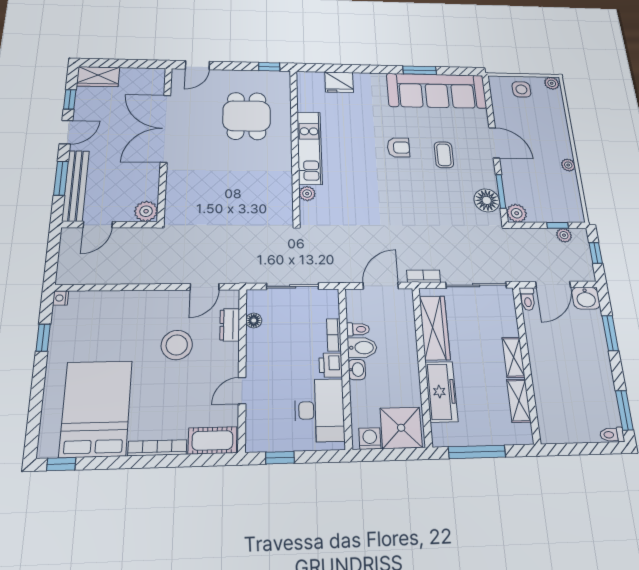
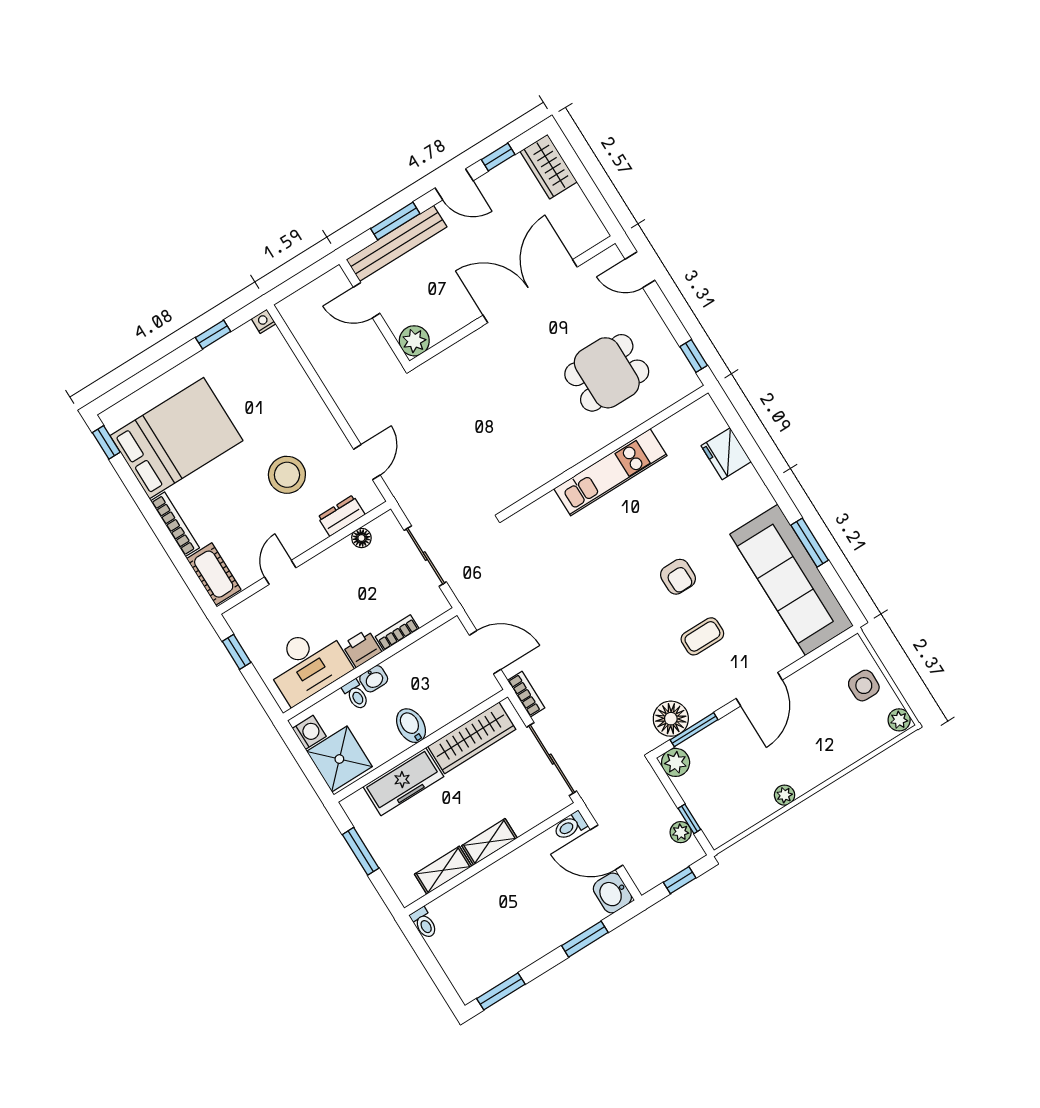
plant: (307, 194) -> (548, 505), removed
door: (205, 287) -> (367, 462), swing flipped
toilet: (358, 329) -> (356, 695), moved
bidet: (362, 348) -> (411, 726), moved, turned 180
door: (242, 391) -> (280, 572), hinge flipped
toilet: (612, 435) -> (424, 923), moved, turned 180
window: (477, 452) -> (361, 851), width x0.69

